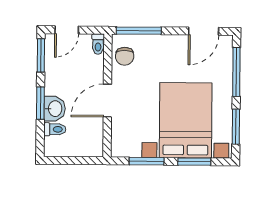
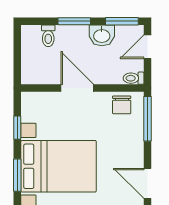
door: (67, 30) -> (147, 47), hinge flipped
chair: (125, 56) -> (122, 105), turned -90
washbasin: (55, 109) -> (102, 35), moved
window: (147, 161) -> (17, 128), width x0.67

